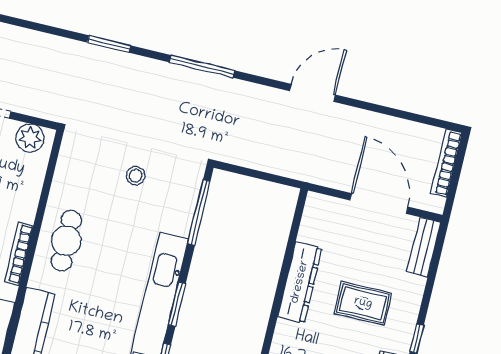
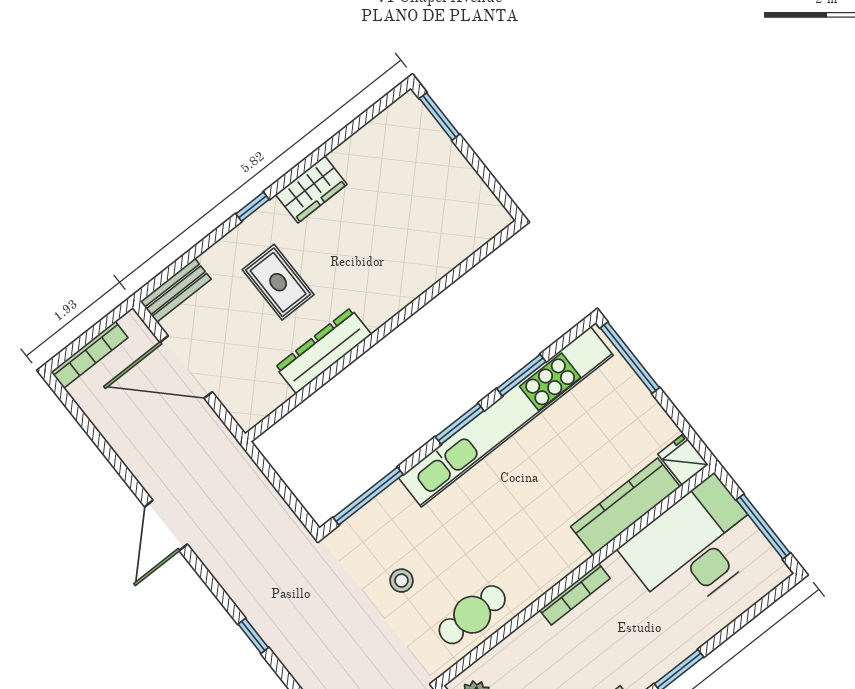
window: (202, 66) -> (253, 636), width x0.46
door: (313, 93) -> (166, 525), hinge flipped
door: (379, 203) -> (186, 367), hinge flipped
cafe table: (66, 241) -> (472, 615), moved

